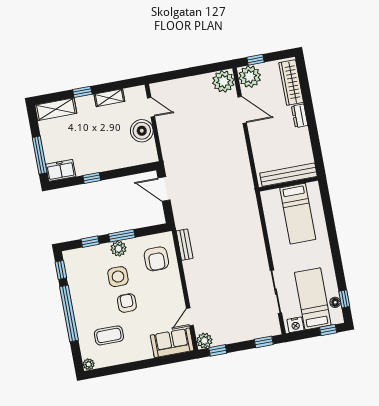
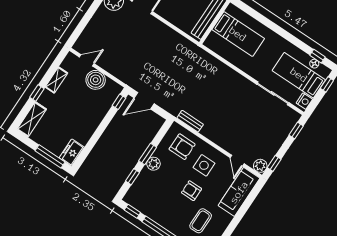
window: (92, 178) -> (119, 102), moved
side table: (118, 277) -> (204, 165), moved
sofa: (172, 343) -> (239, 192), width x1.36

